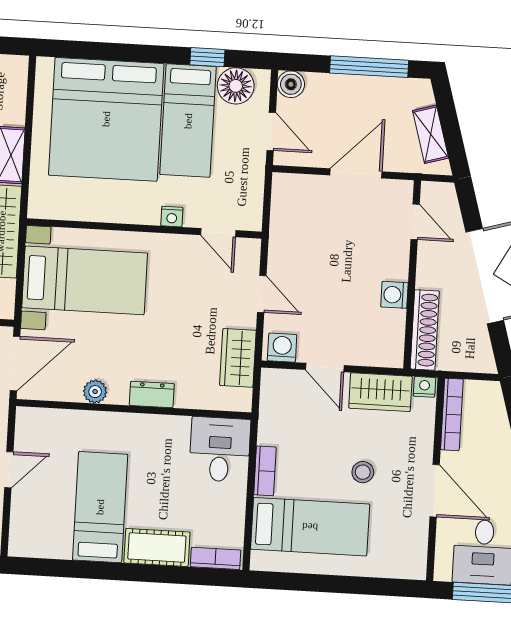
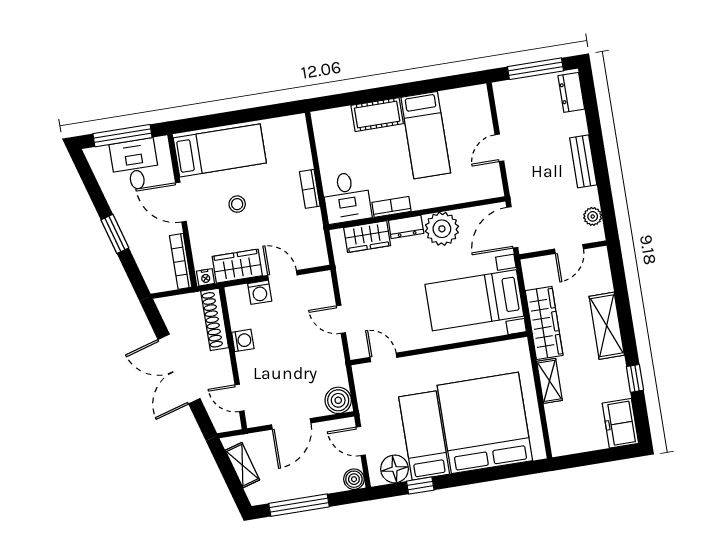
boiler: (289, 190) -> (338, 400), added
nightstand: (172, 217) -> (420, 362), removed
washing machine: (282, 348) -> (260, 292), moved
wardrobe: (238, 358) -> (367, 237), moved, turned 90
plant: (95, 392) -> (442, 229), width x1.88, depth x1.88
bed: (310, 527) -> (220, 150), moved, turned 180
bookcase: (216, 558) -> (392, 207), moved, turned 180

